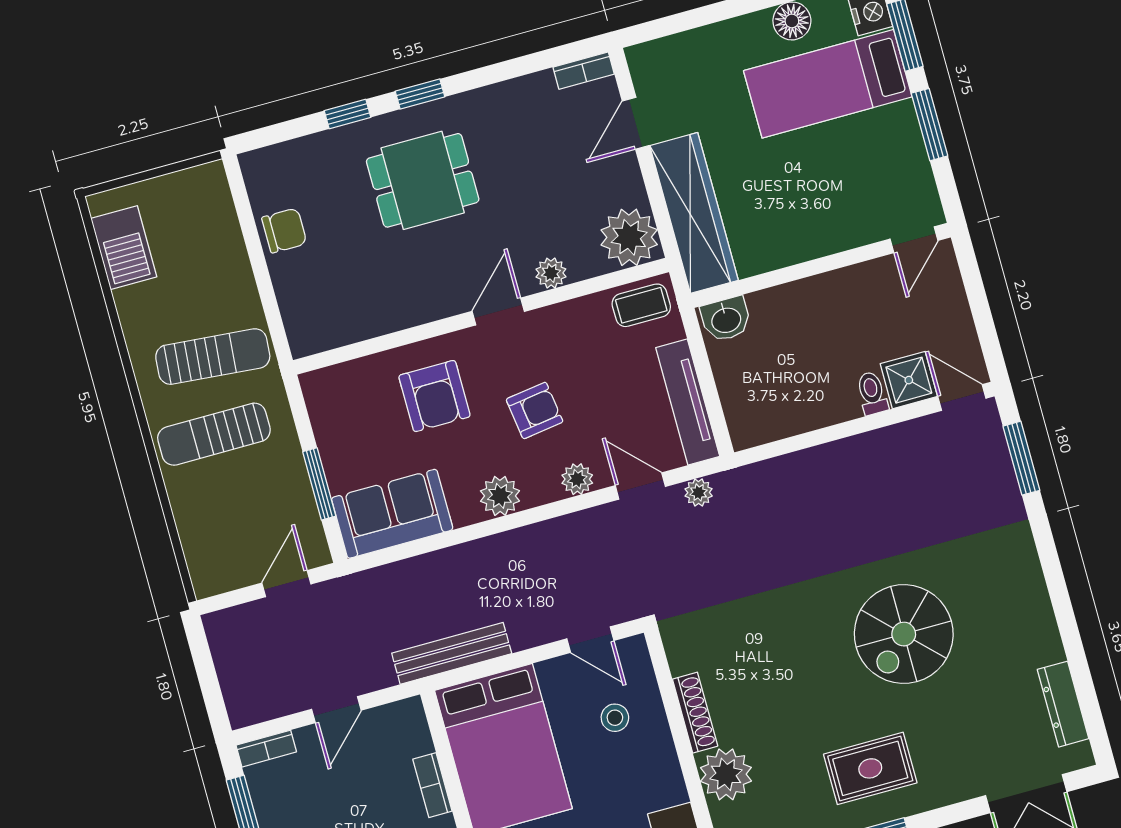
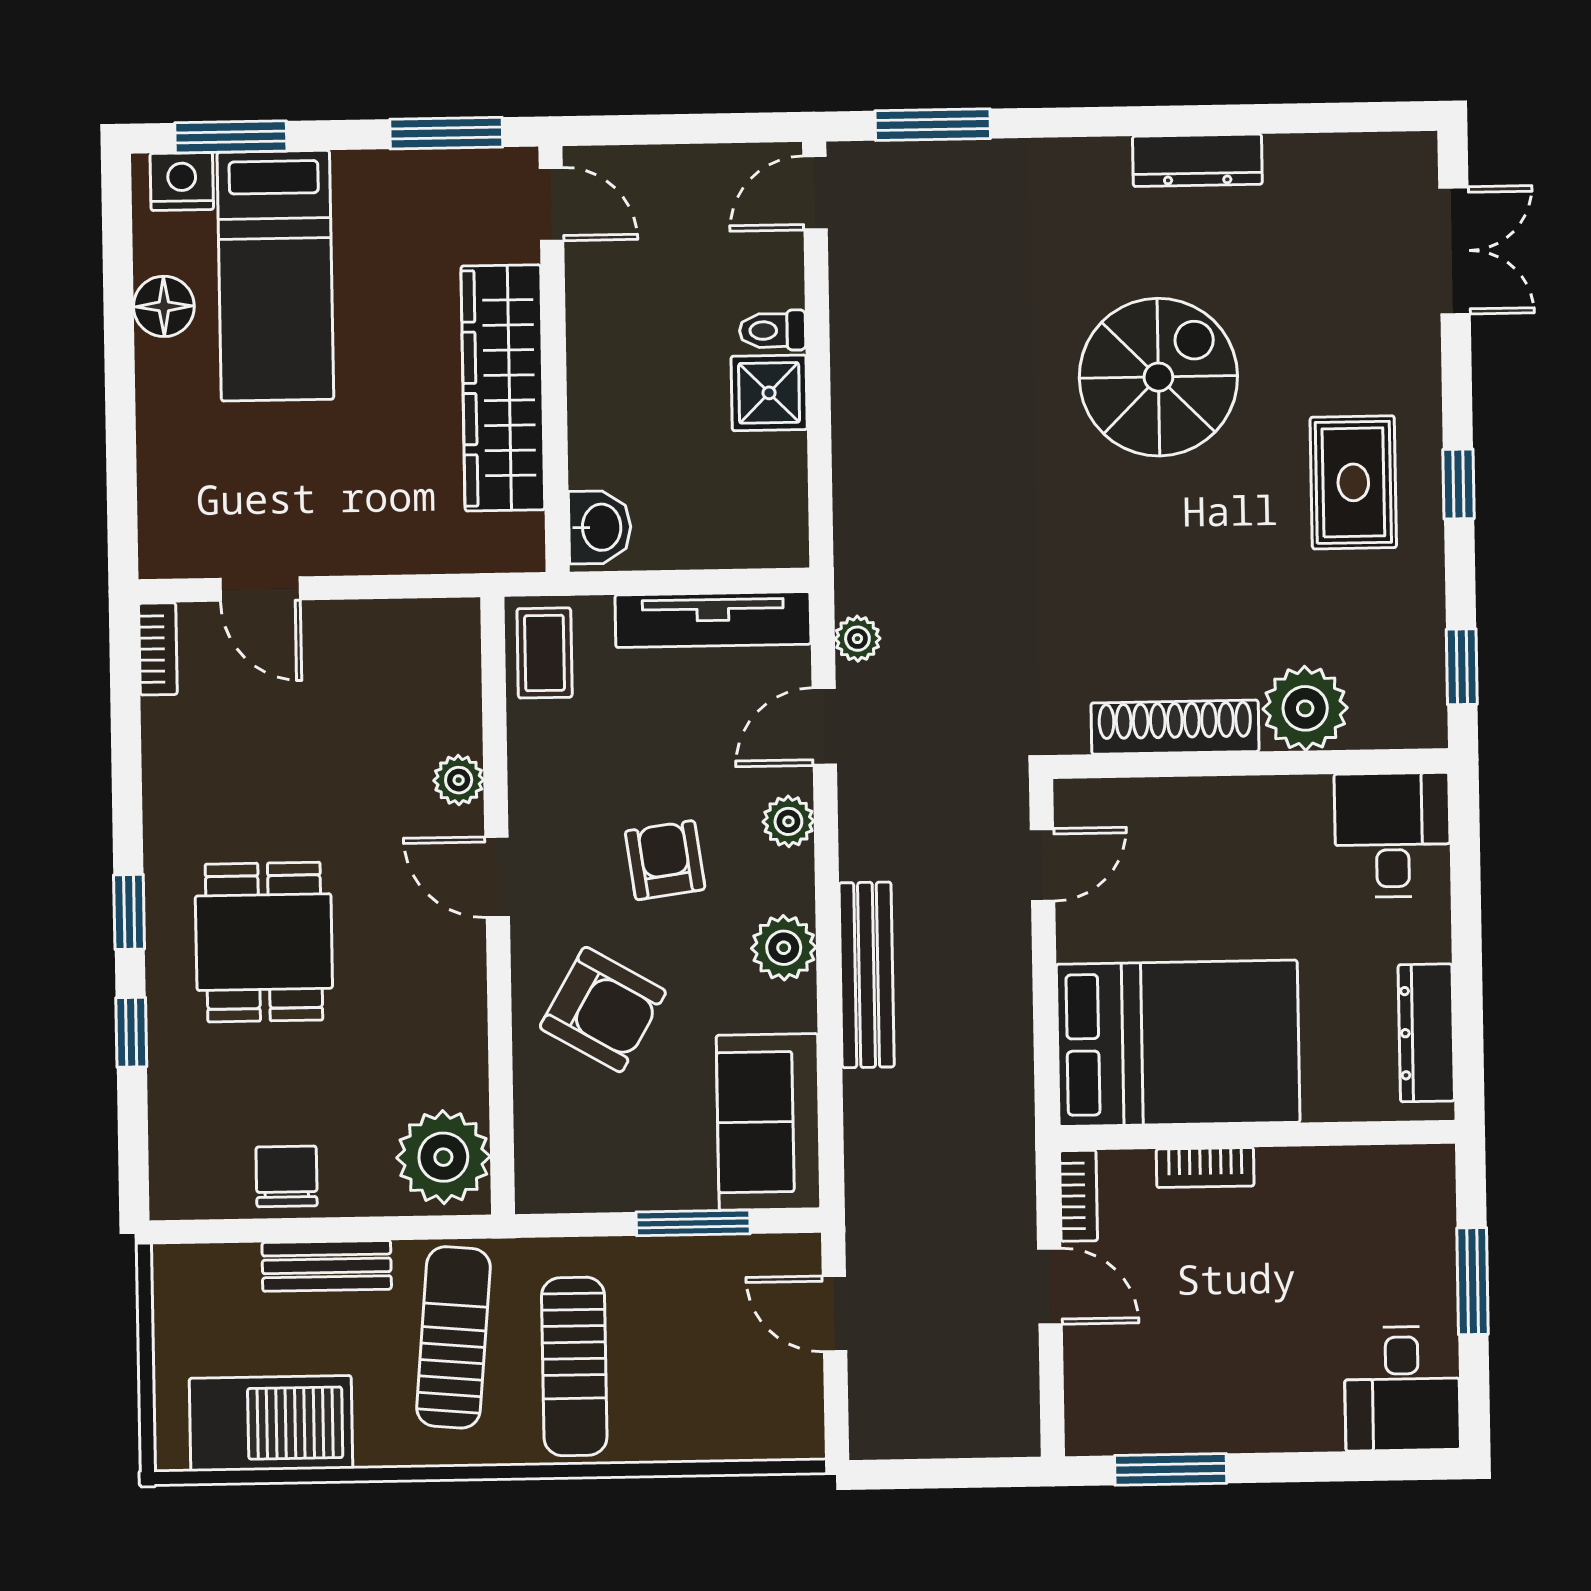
window: (930, 125) -> (446, 133), moved
wardrobe: (694, 213) -> (503, 388), moved, turned -90
plant: (629, 237) -> (443, 1157), moved
barbecue: (124, 248) -> (271, 1423), width x1.37, depth x1.21
bench: (236, 269) -> (327, 1266), added
shower: (909, 380) -> (769, 393), moved
armchair: (434, 396) -> (603, 1010), turned 30
spiral stairs: (904, 634) -> (1158, 377), turned -90
bench: (452, 653) -> (867, 975), moved
dresser: (1063, 704) -> (1197, 160), moved
shoe rack: (695, 713) -> (1175, 727), width x1.36, depth x1.24
stool: (615, 718) -> (1173, 858), removed
bookcase: (266, 749) -> (1078, 1196), moved

